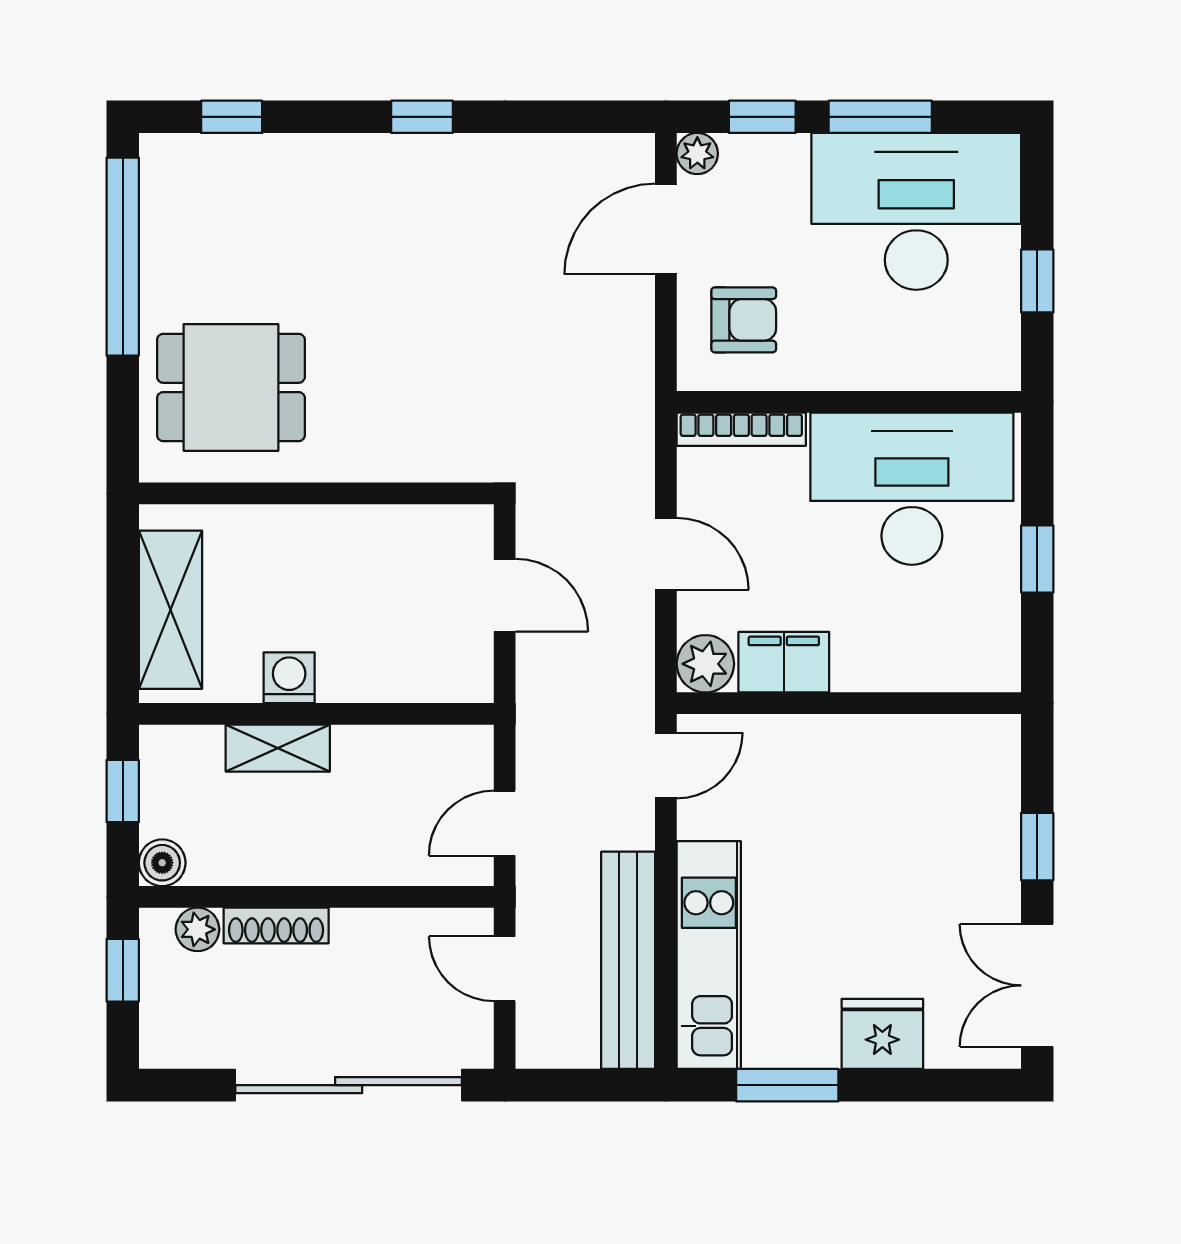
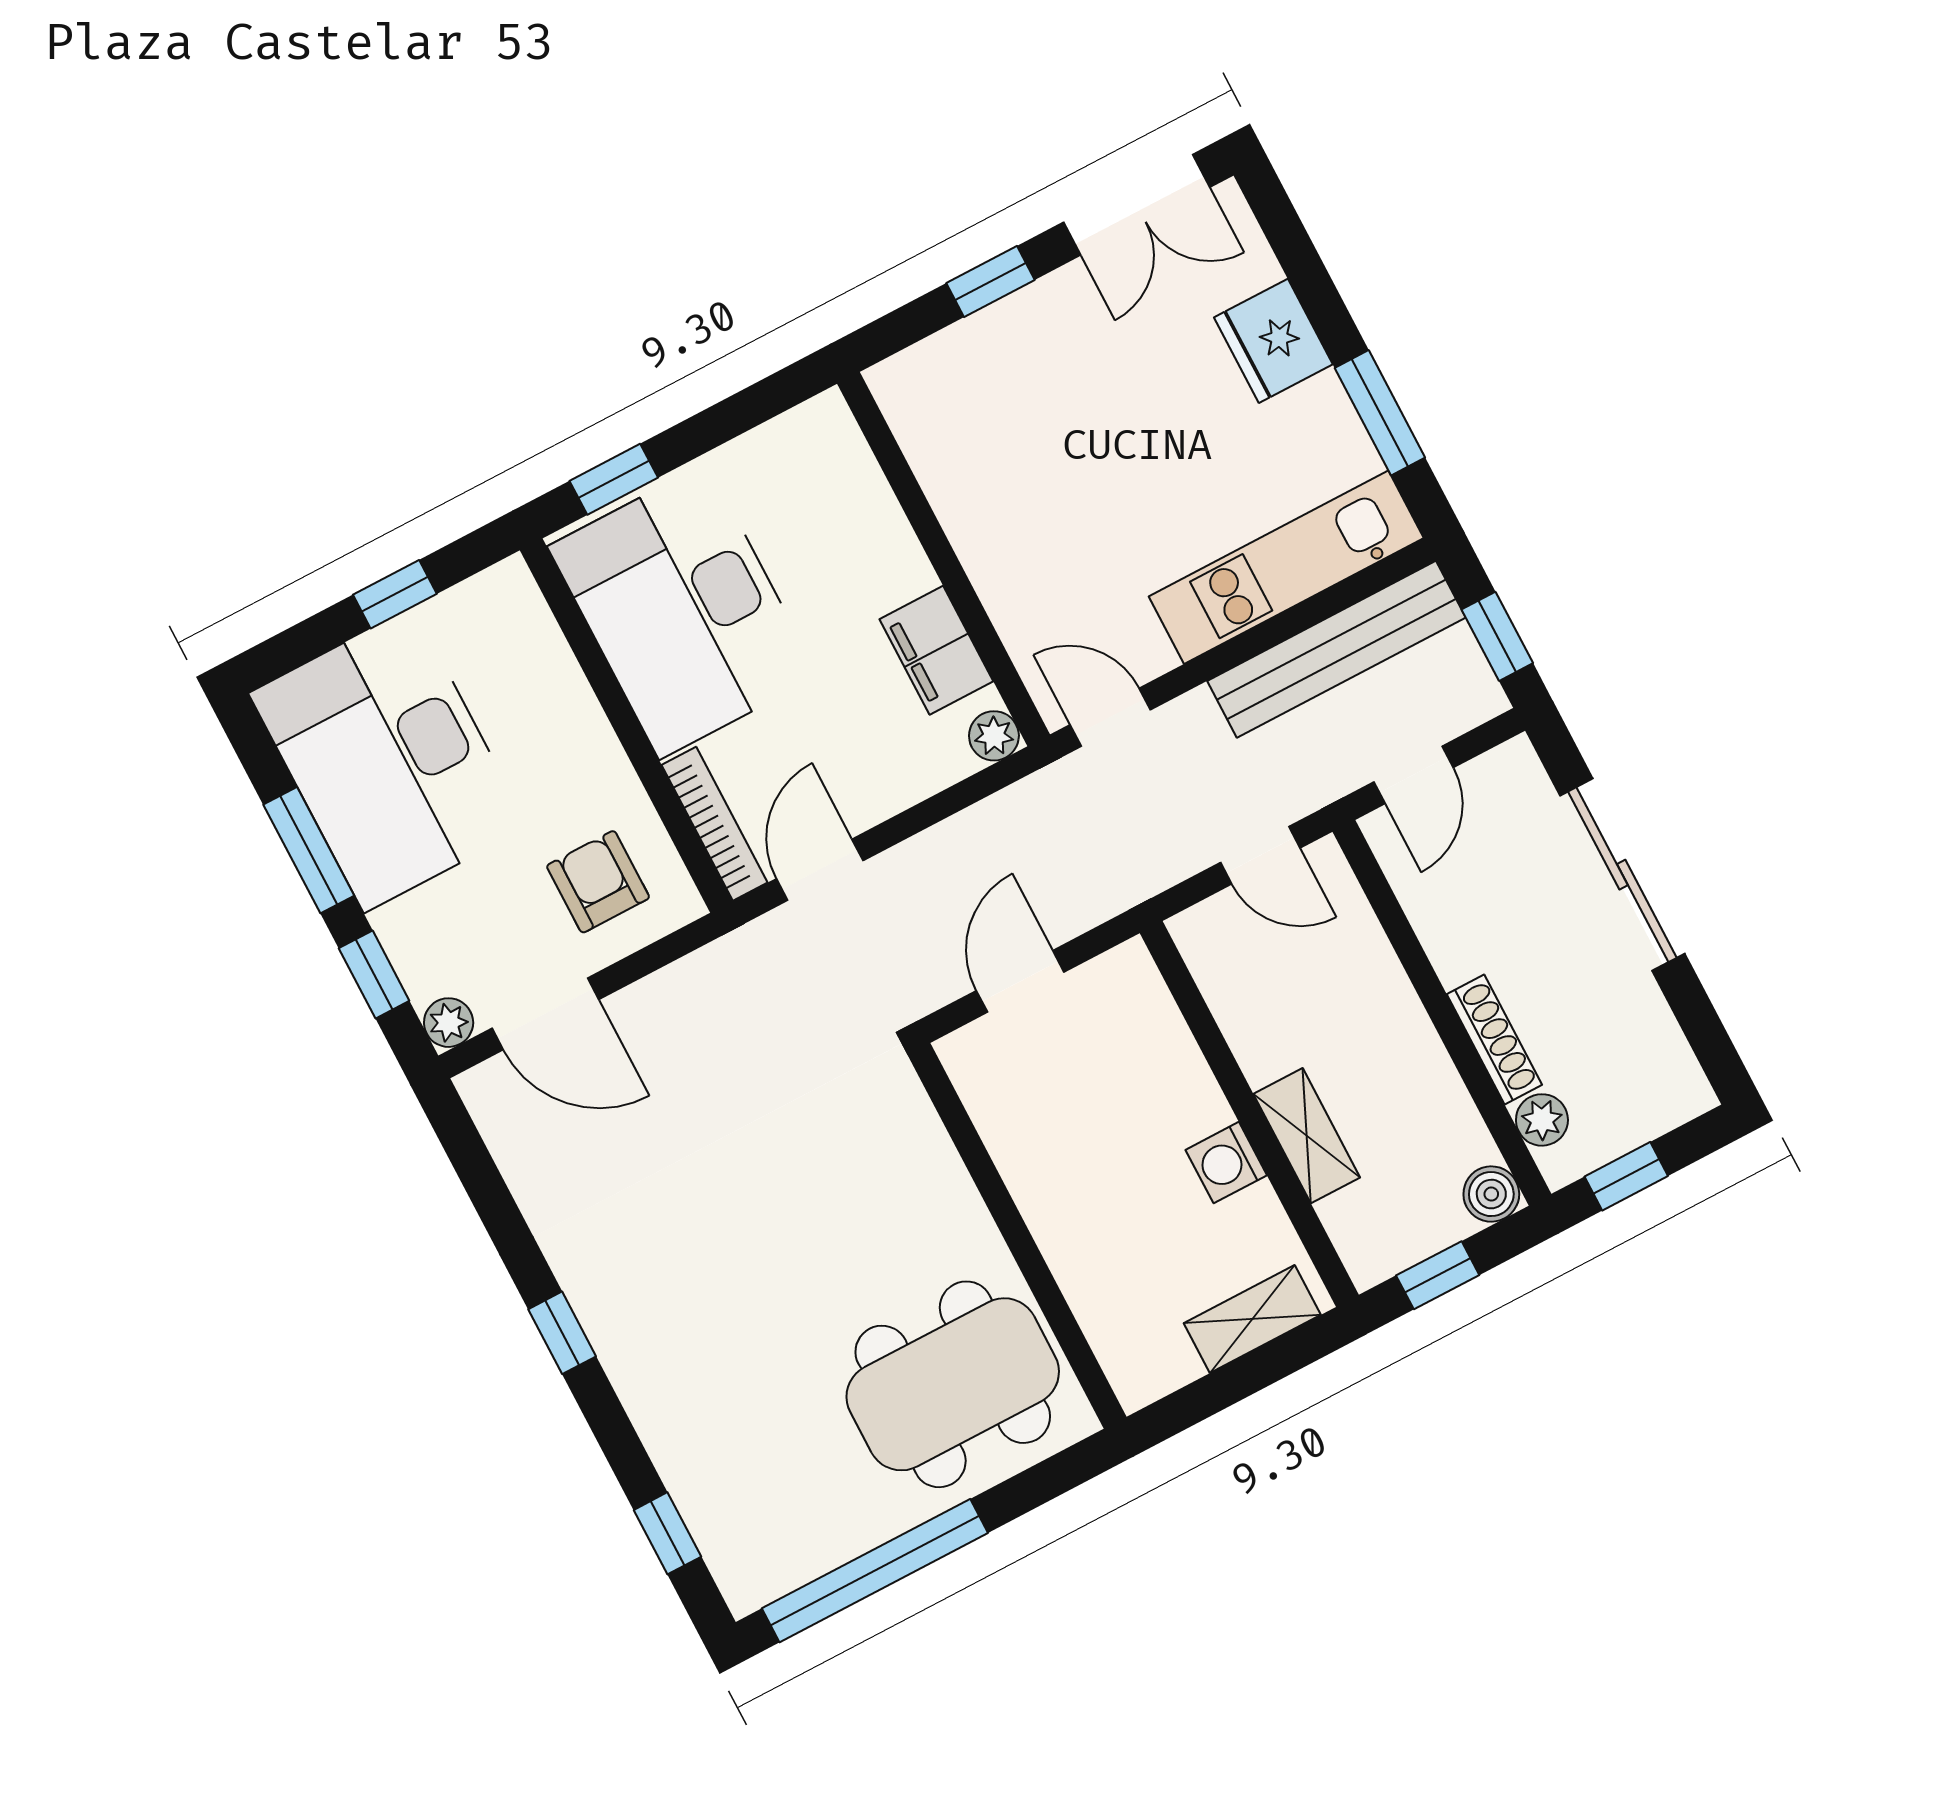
dining table: (231, 387) -> (953, 1384), width x1.38
door: (666, 554) -> (820, 870), moved
window: (1037, 559) -> (614, 479), moved
shelving: (170, 610) -> (1252, 1319), width x0.67, depth x0.75
plant: (705, 664) -> (994, 736), width x0.73, depth x0.73
sliding door: (349, 1085) -> (1622, 875), width x0.73
window: (575, 1085) -> (1497, 636), added

